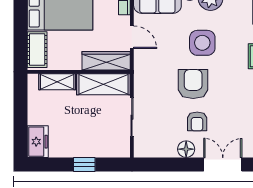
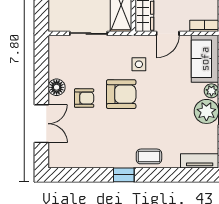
side table: (202, 43) -> (139, 64), moved, width x0.54, depth x0.54
armchair: (197, 121) -> (84, 98), turned 180

